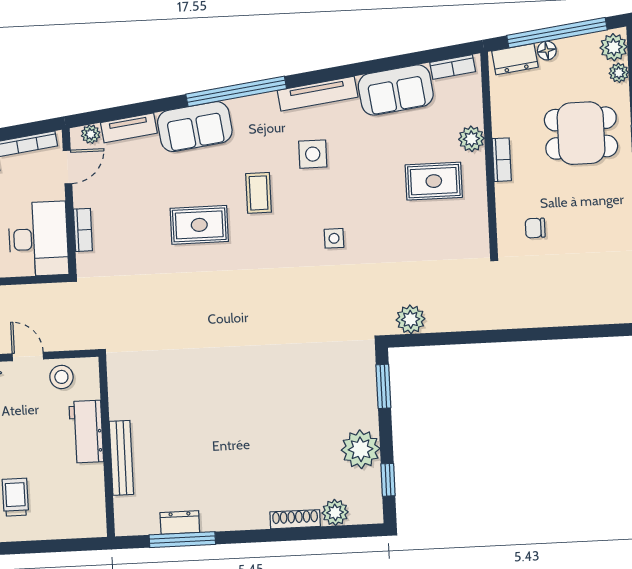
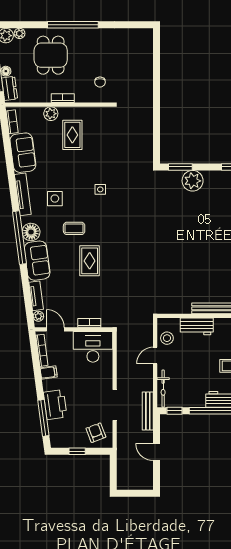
floor lamp: (248, 112) -> (31, 232), added
plant: (411, 319) -> (145, 151), removed
plant: (361, 449) -> (193, 181), moved

